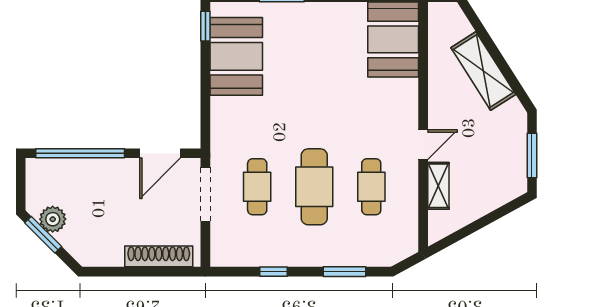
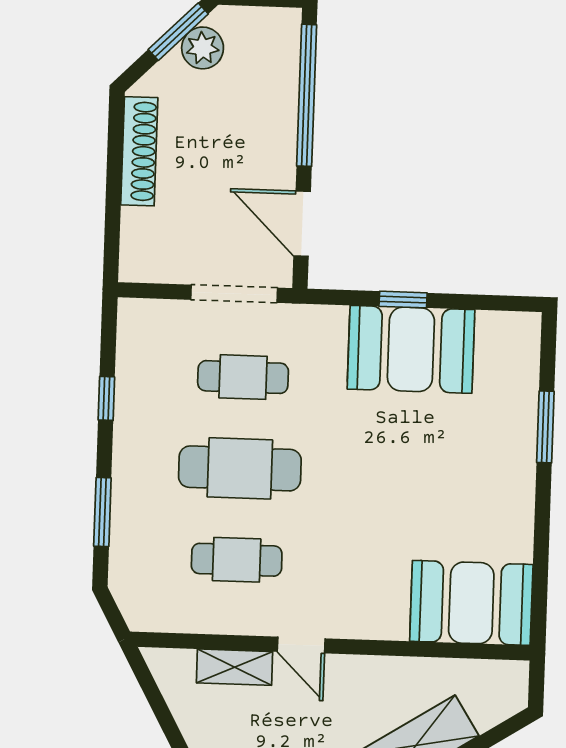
window: (205, 26) -> (403, 300), moved
booth: (236, 56) -> (411, 349), moved
shoe rack: (159, 256) -> (139, 151), moved

